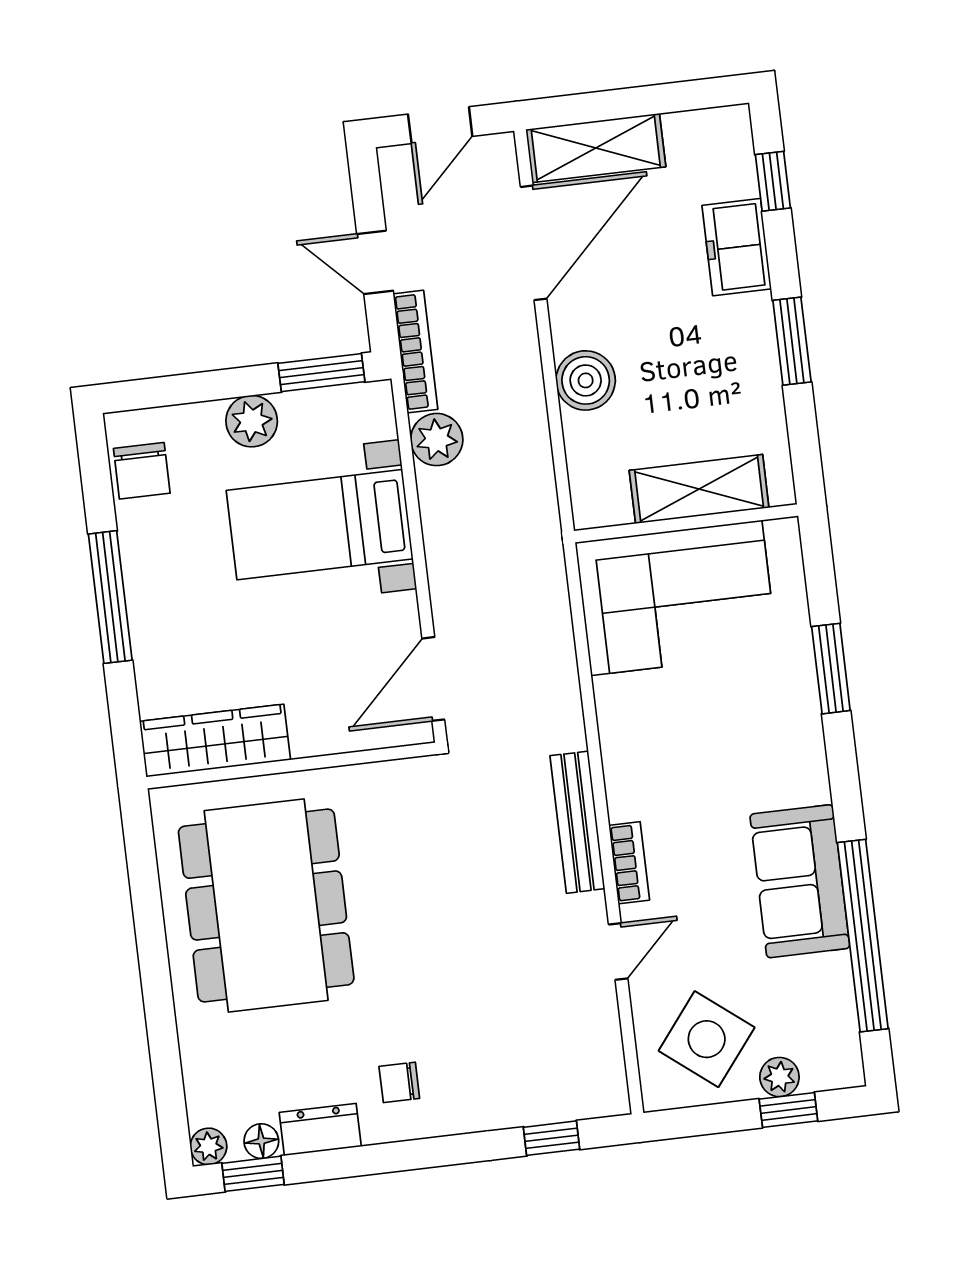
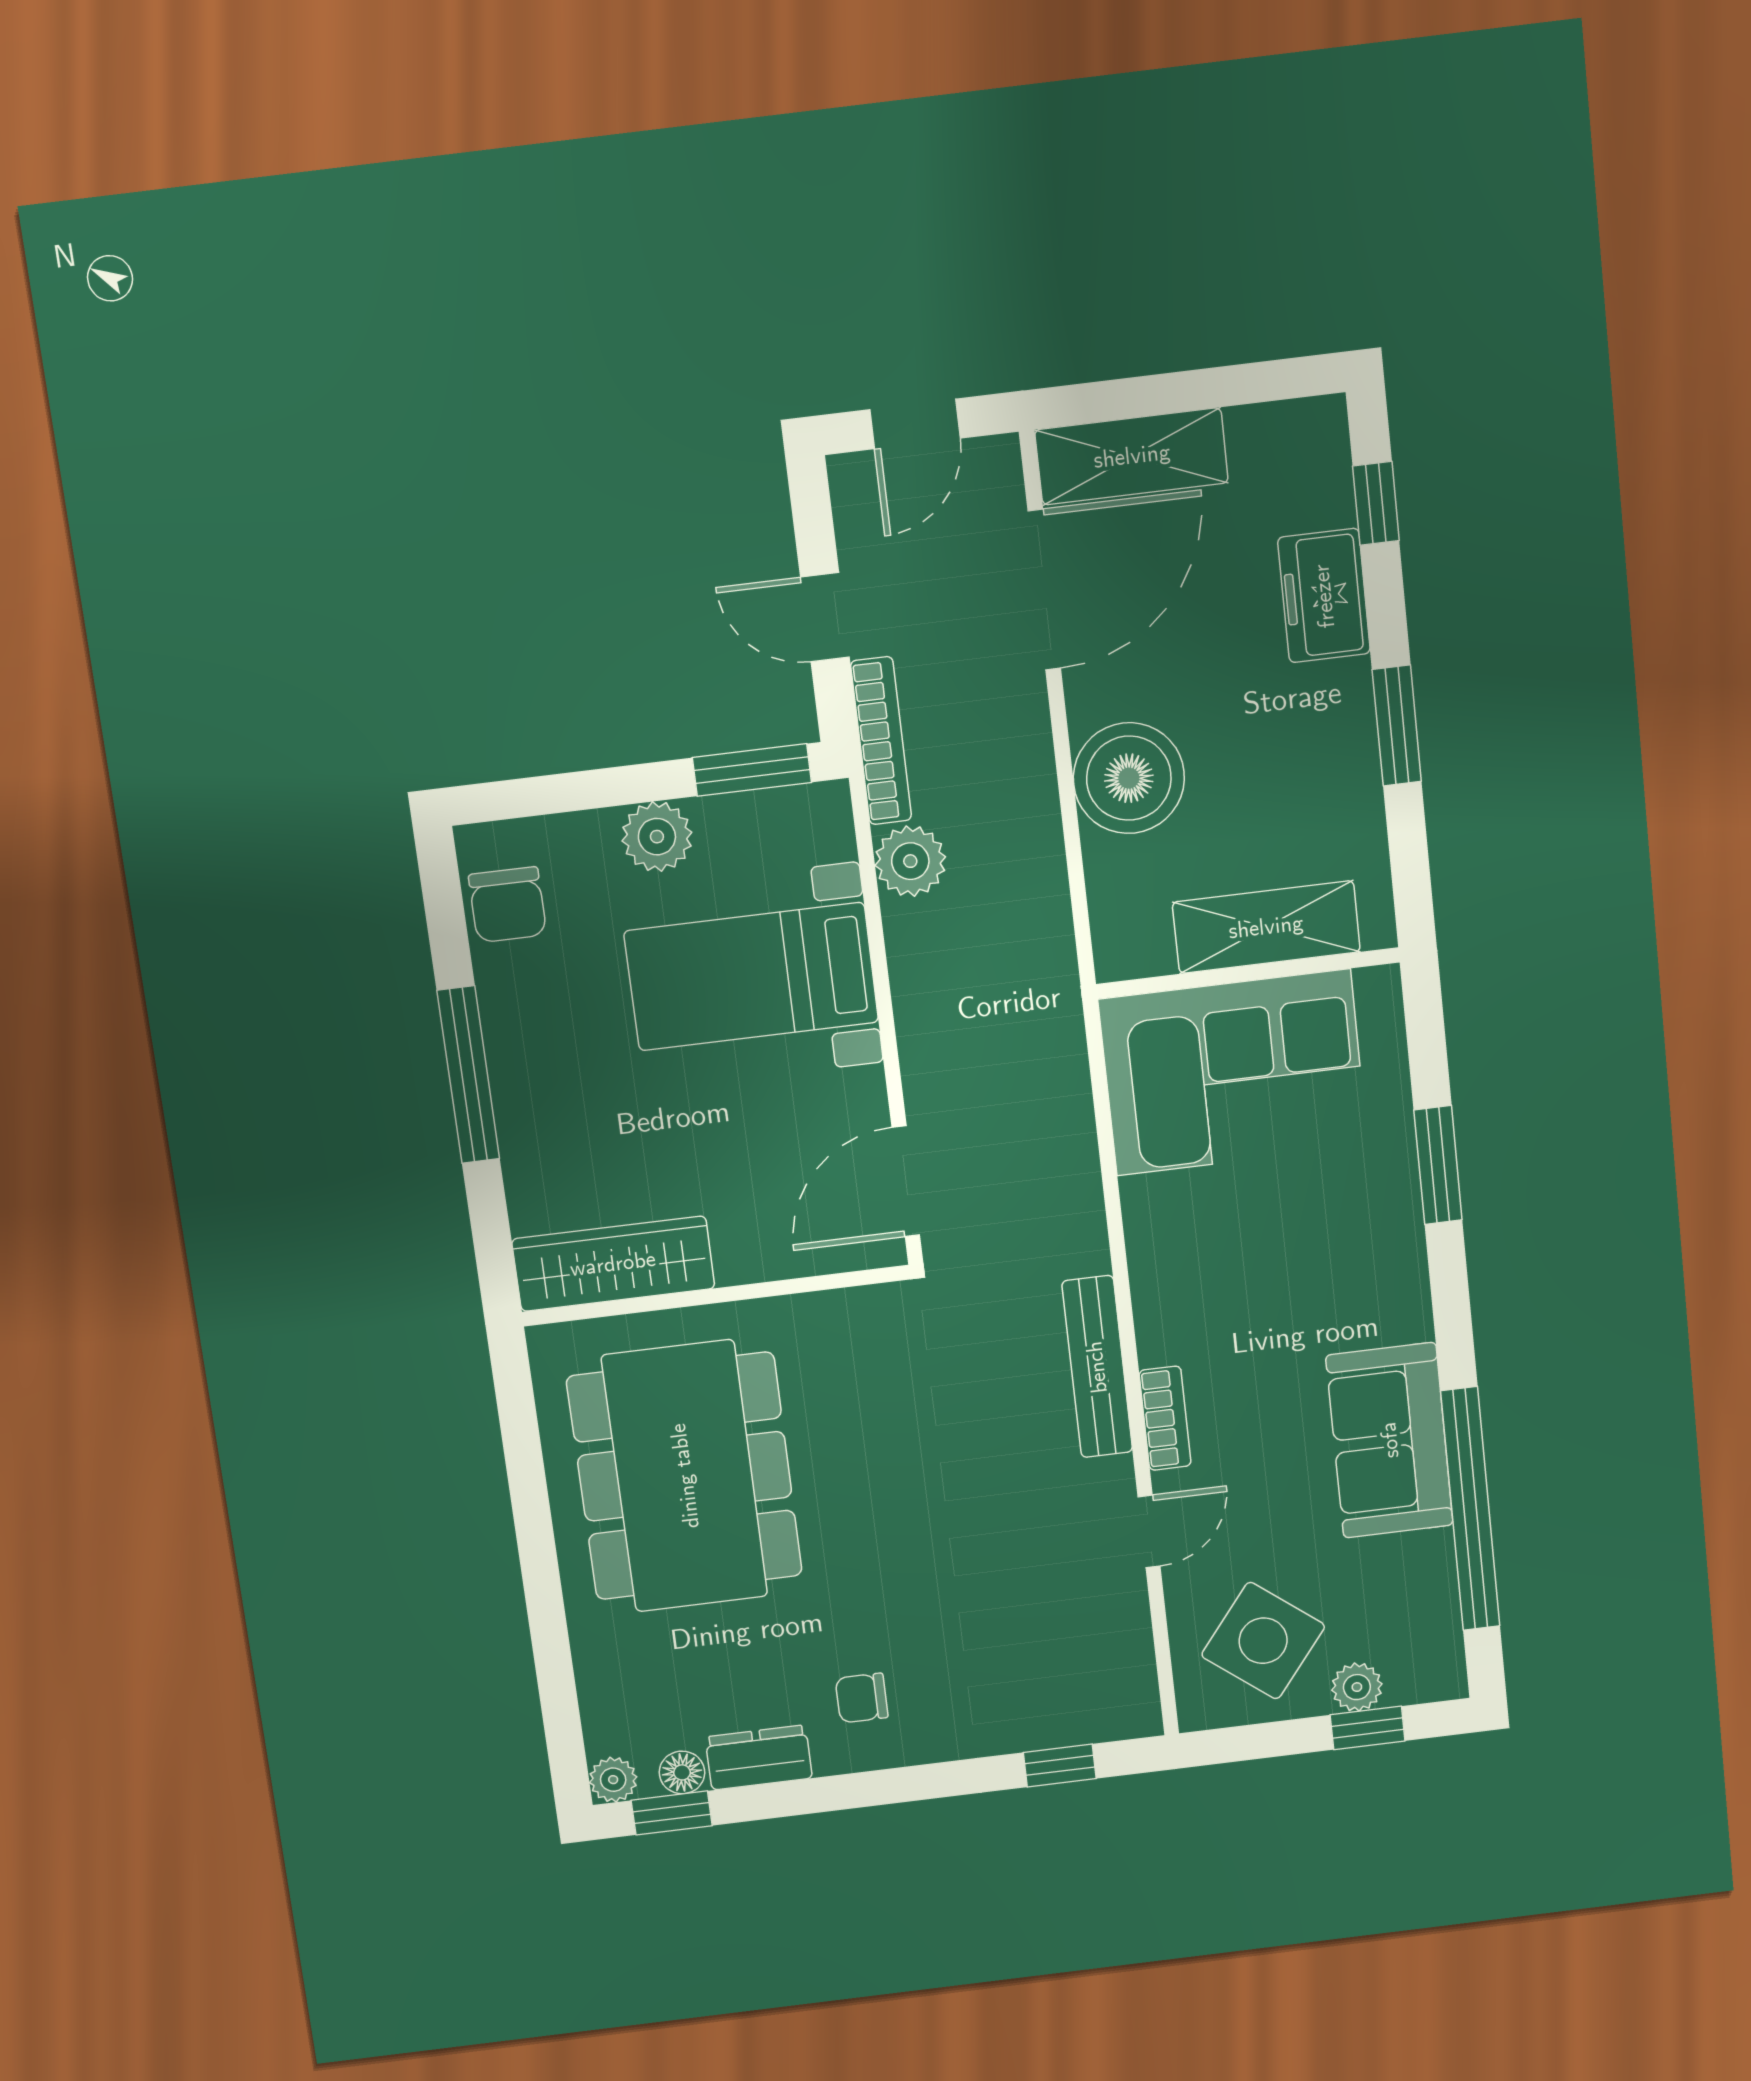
boiler: (586, 380) -> (1129, 778), width x1.37, depth x1.37

